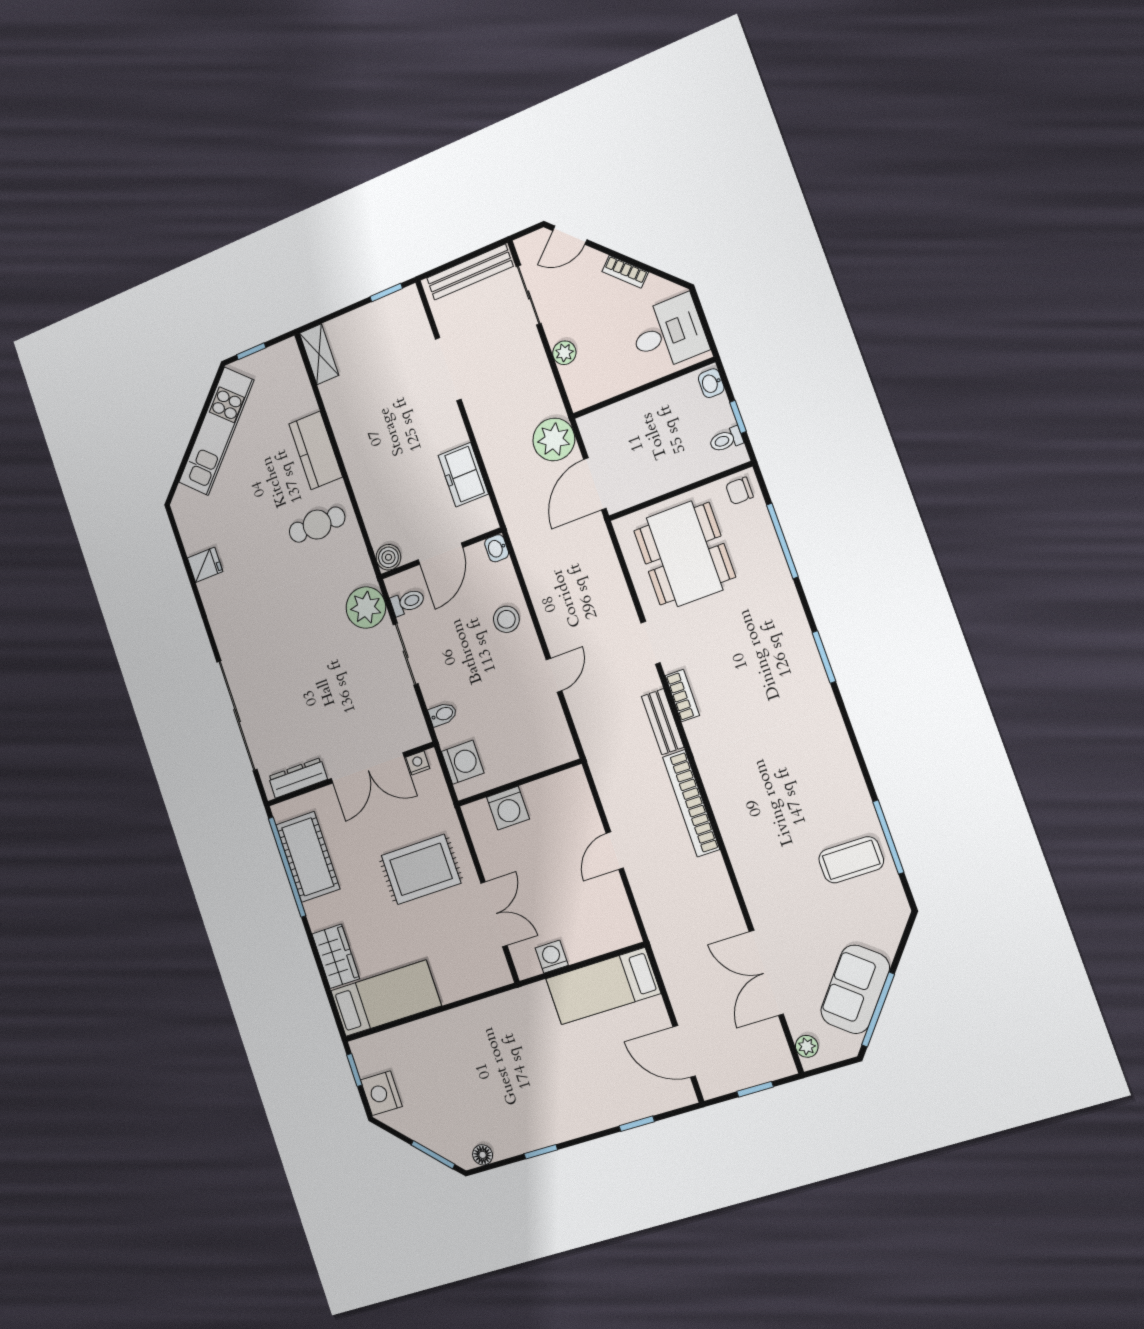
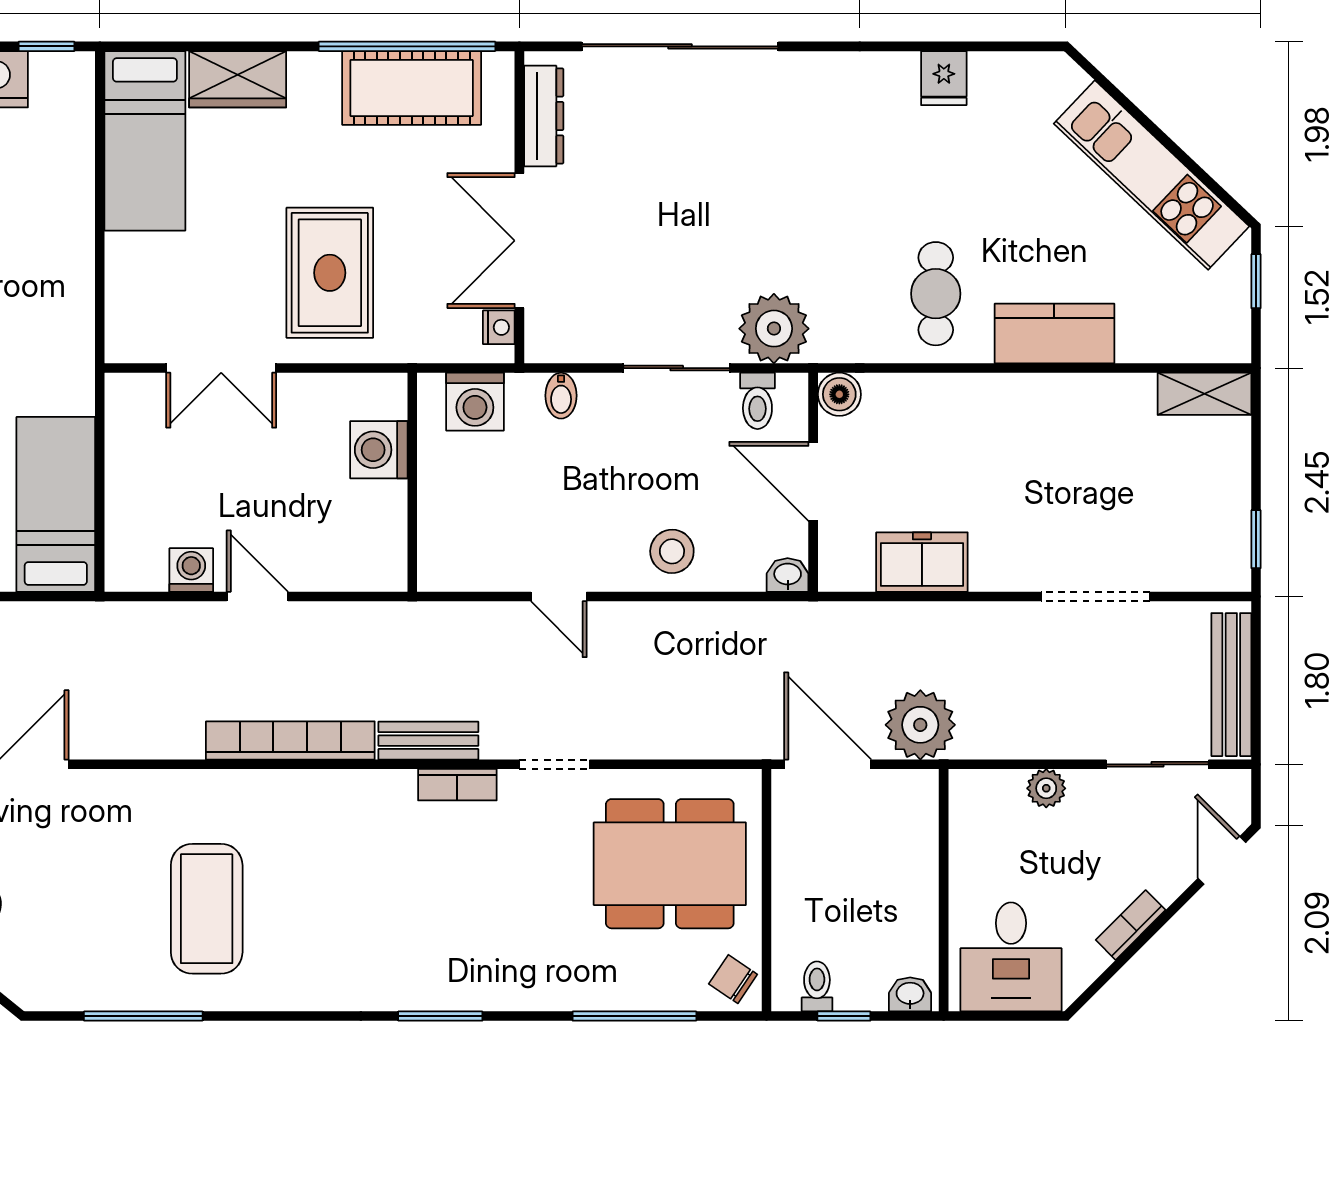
chair: (739, 491) -> (733, 979), turned -56
coffee table: (851, 860) -> (207, 909), moved, width x1.36, depth x1.32
washing machine: (552, 957) -> (191, 570), moved, turned -90

